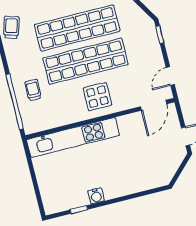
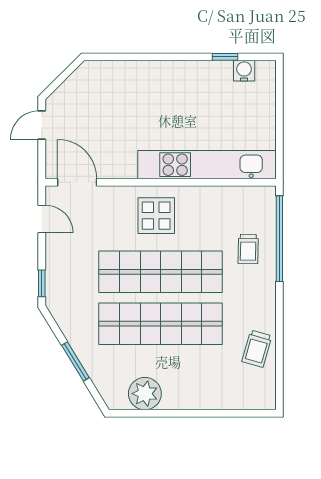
door: (170, 76) -> (42, 219), hinge flipped
door: (154, 105) -> (77, 182), hinge flipped
water cooler: (96, 196) -> (244, 71), moved

